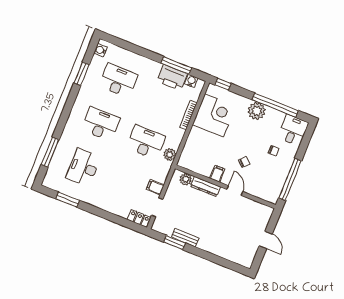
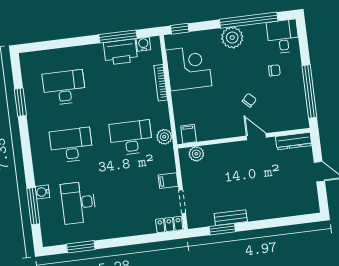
water cooler: (101, 50) -> (42, 192), moved
filing cabinet: (217, 174) -> (189, 134), moved
dresser: (205, 187) -> (294, 141), moved

